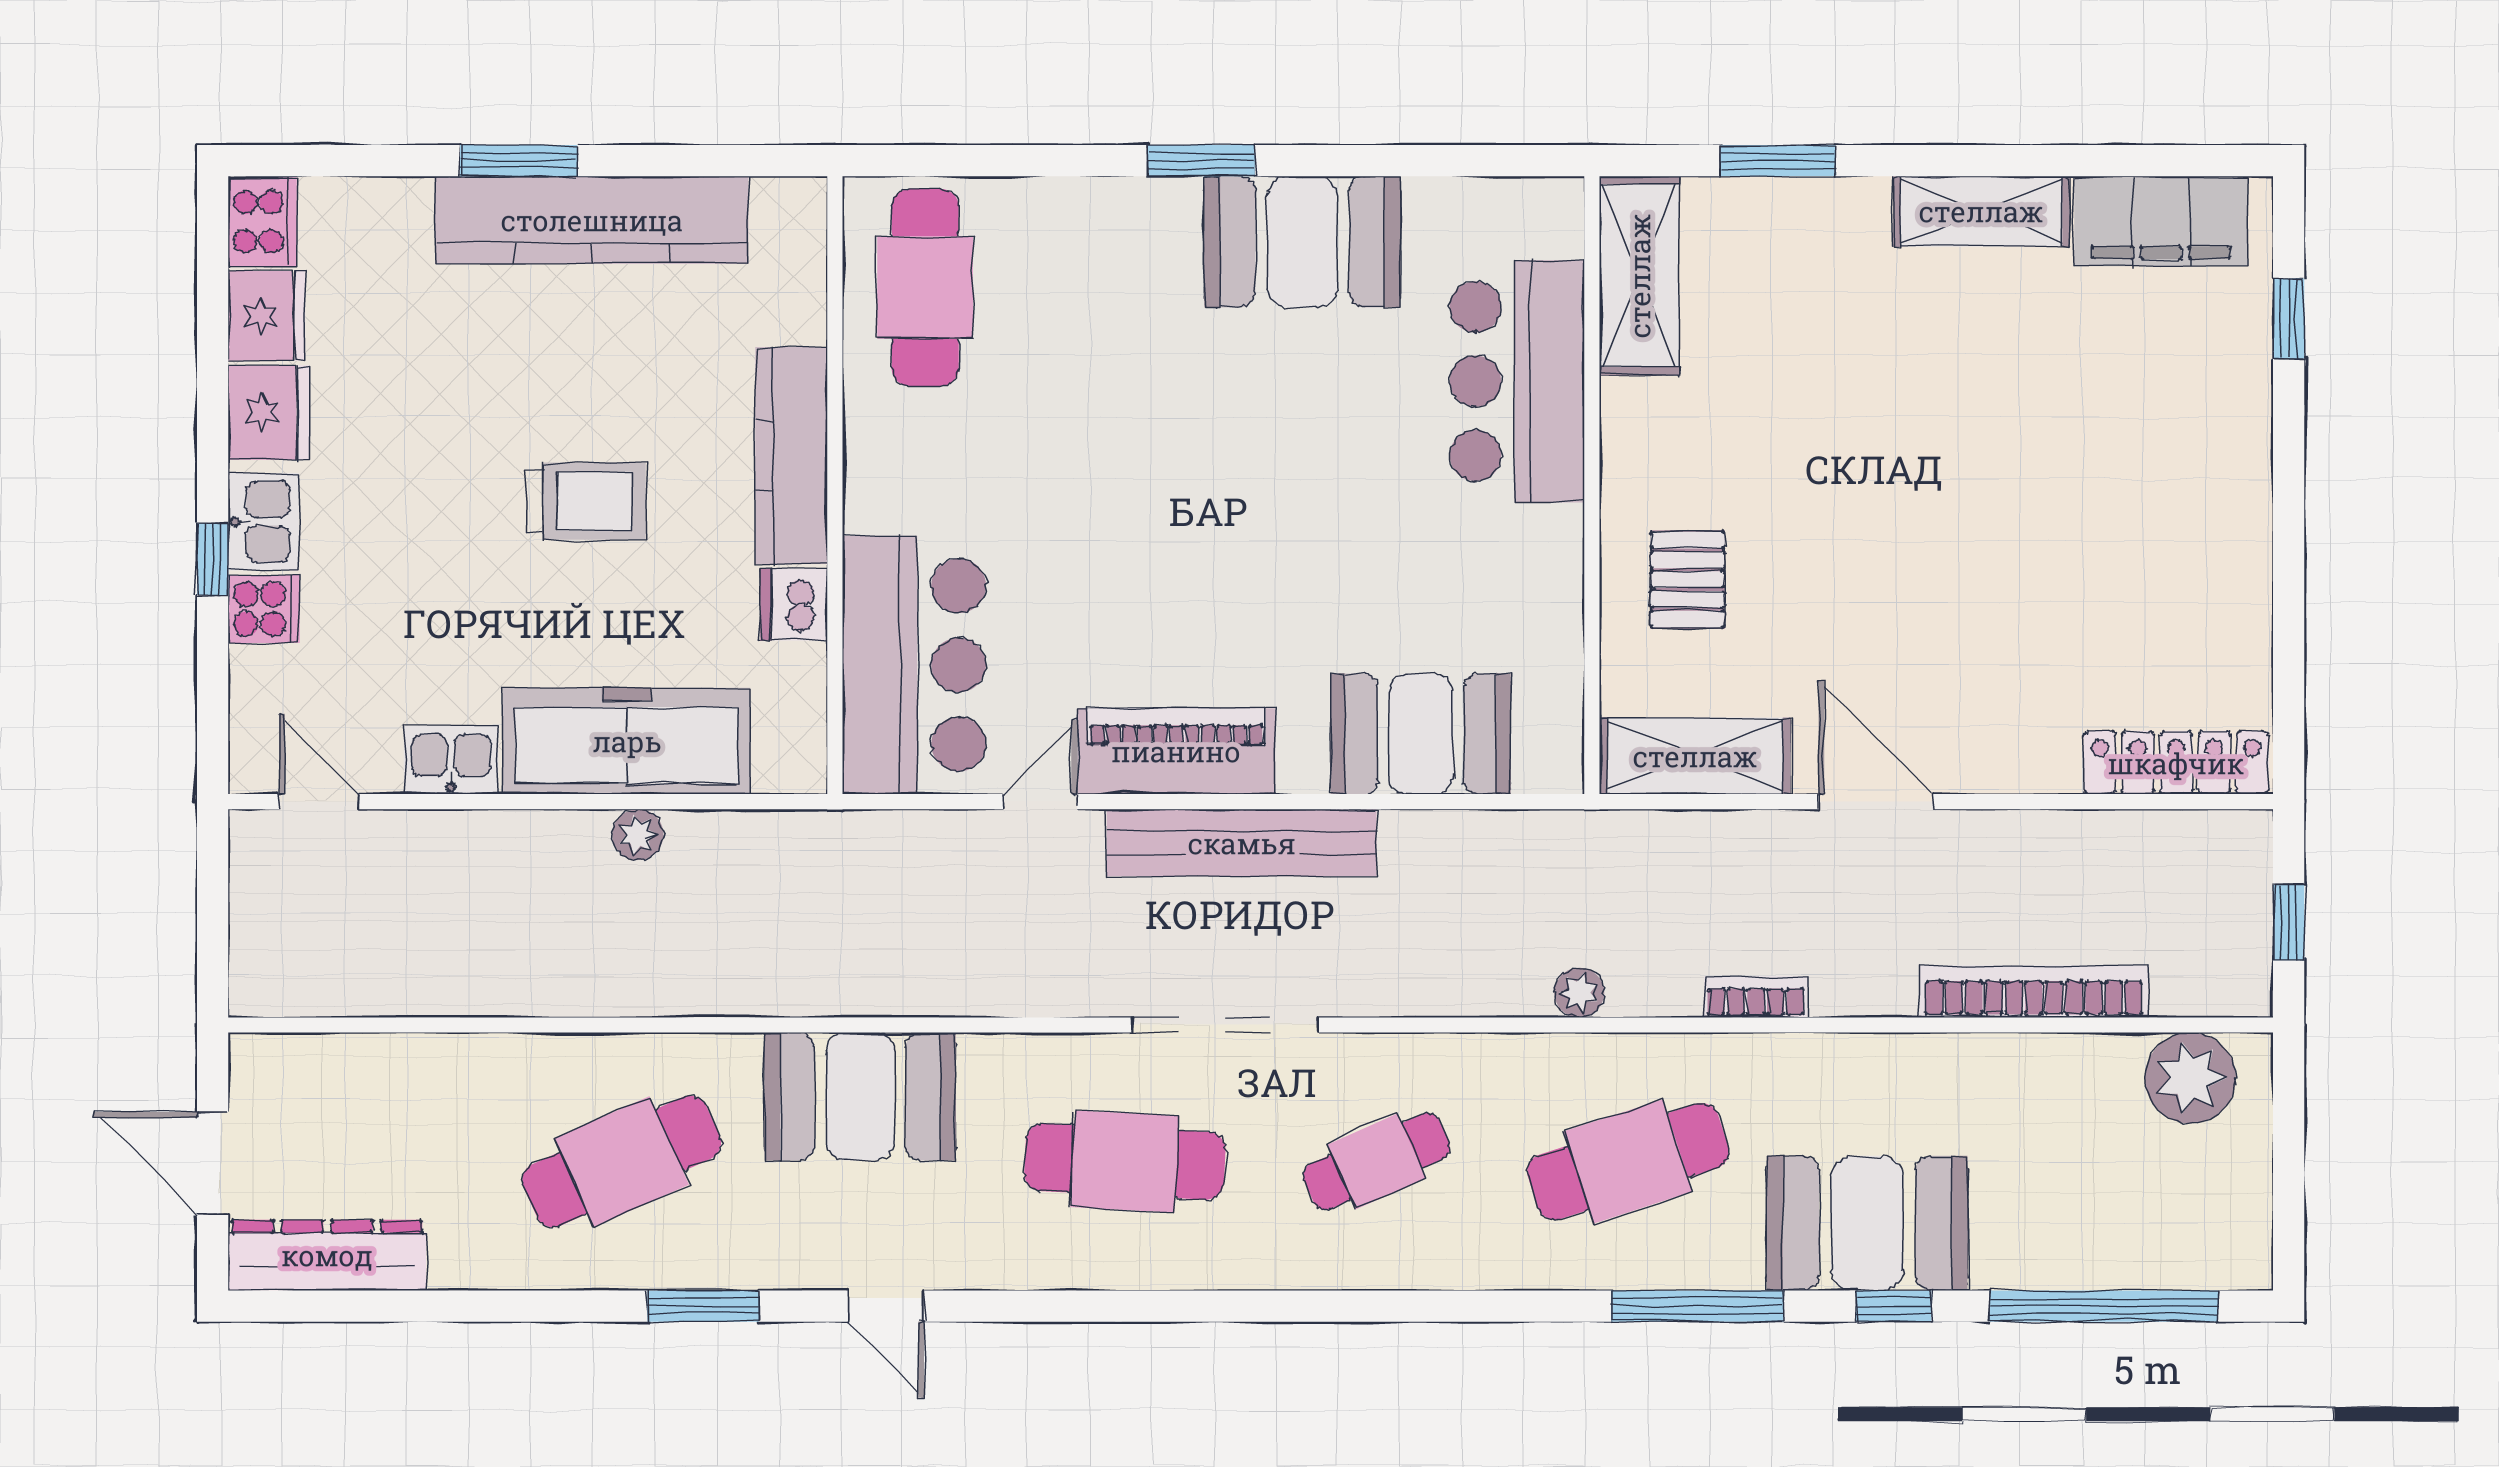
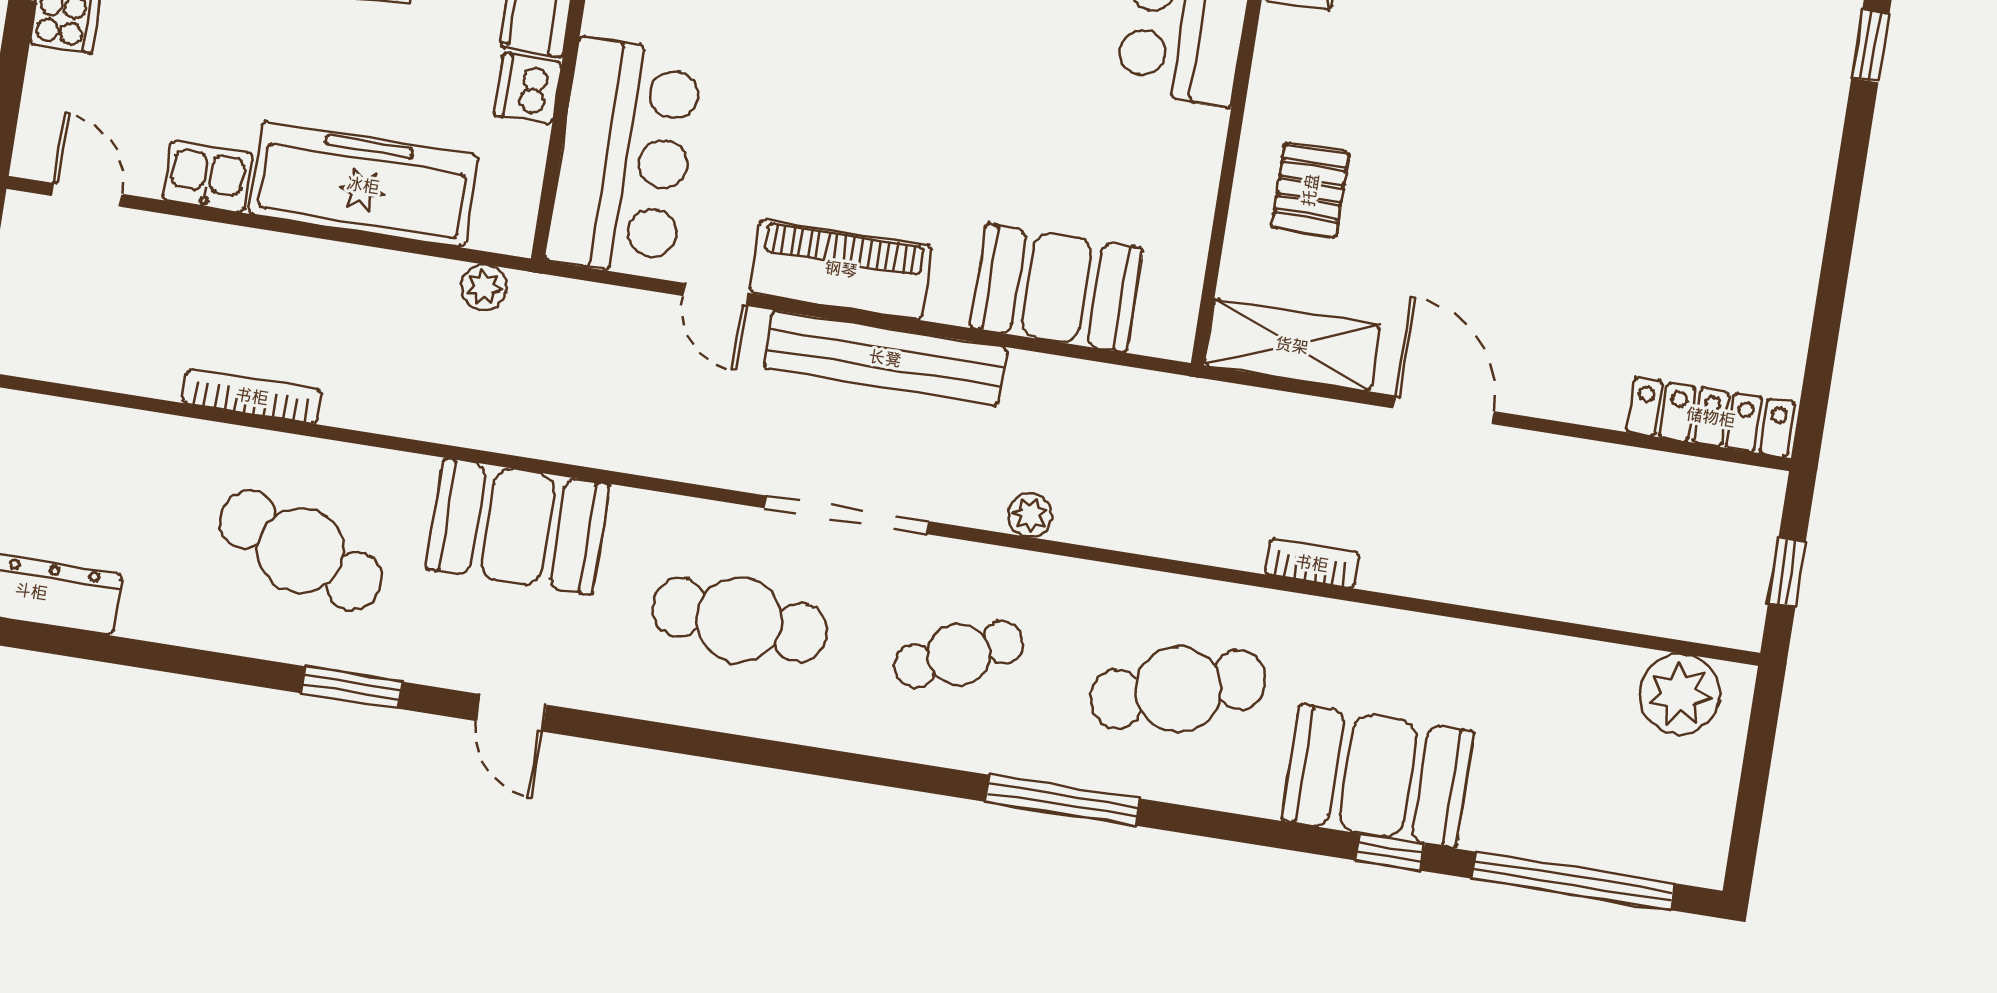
door: (1040, 802) -> (715, 294), swing flipped
plant: (638, 835) -> (484, 287), moved
bookcase: (2034, 992) -> (252, 396), moved, width x0.68, depth x0.76
plant: (1579, 993) -> (1030, 515), moved
cafe table: (622, 1161) -> (301, 550), turned 45
window: (1698, 1306) -> (1063, 800), moved

